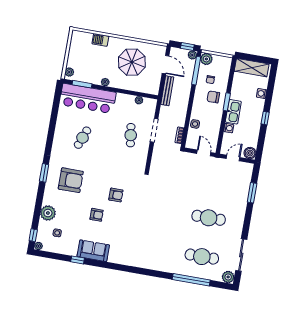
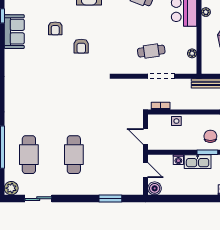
window: (265, 118) -> (197, 199), removed
door: (204, 153) -> (146, 137), swing flipped
sliding door: (241, 255) -> (38, 199), width x0.73

